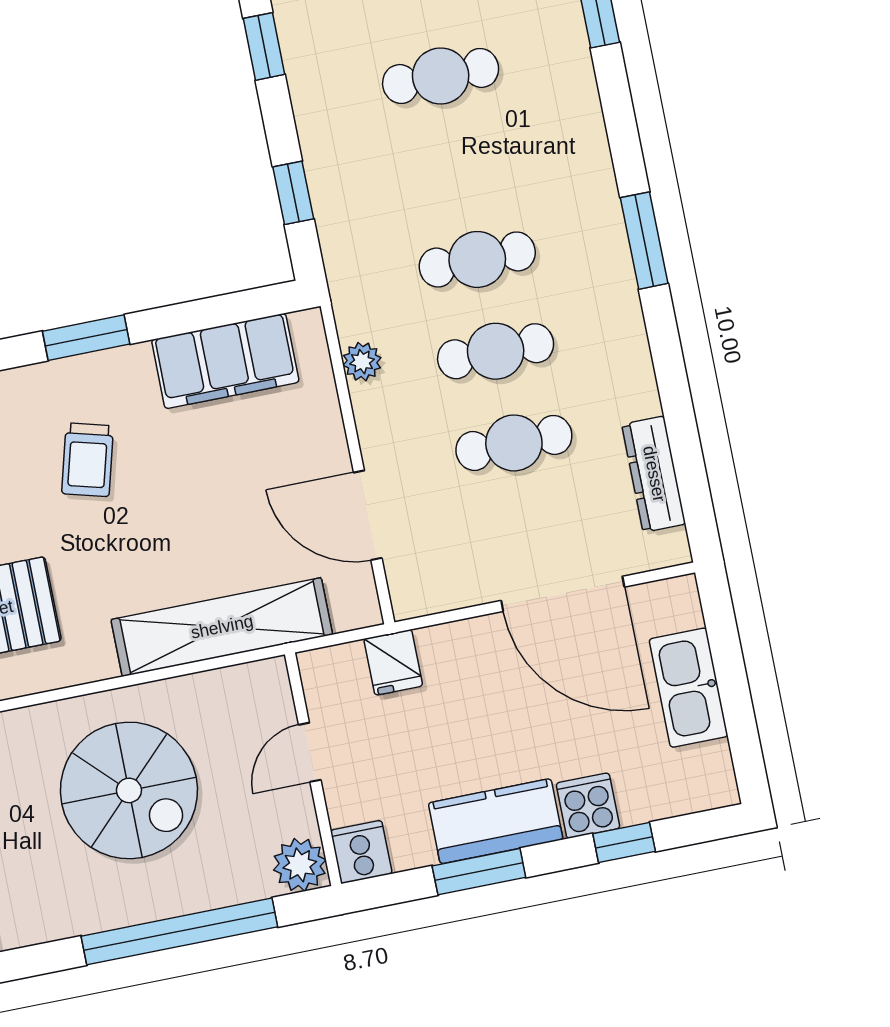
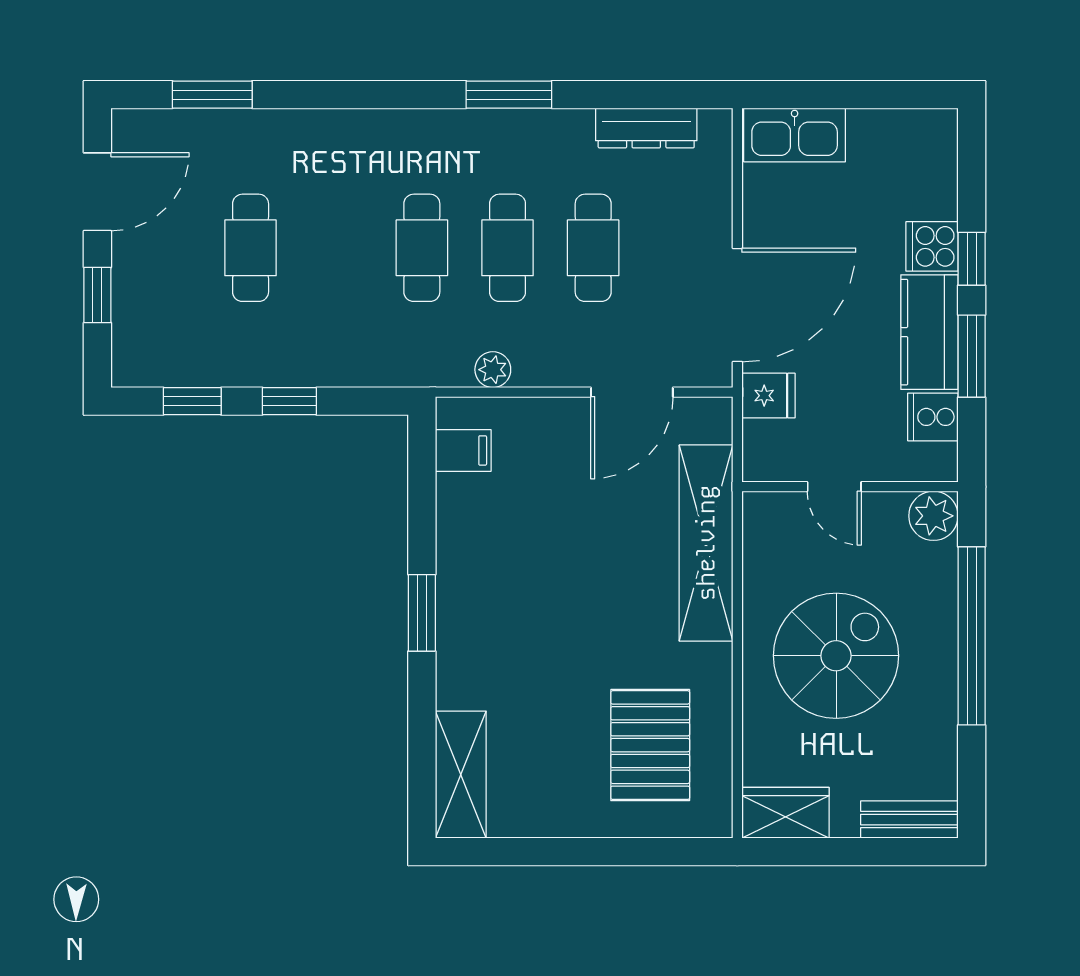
window: (293, 193) -> (289, 401), moved
window: (644, 241) -> (509, 95), moved
filing cabinet: (225, 361) -> (463, 450), width x0.33, depth x0.86
trolley: (88, 460) -> (532, 634), removed
door: (563, 594) -> (737, 305), moved
kitchen sink: (689, 688) -> (795, 135), moved
window: (624, 843) -> (972, 259), moved
cooker: (361, 852) -> (933, 417), moved

